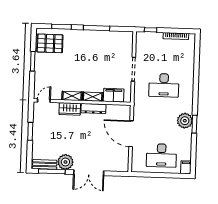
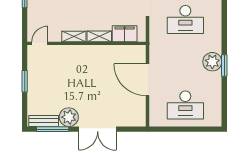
wardrobe: (70, 109) -> (72, 52), removed
dresser: (93, 109) -> (101, 51), removed
filing cabinet: (186, 167) -> (216, 118), removed

